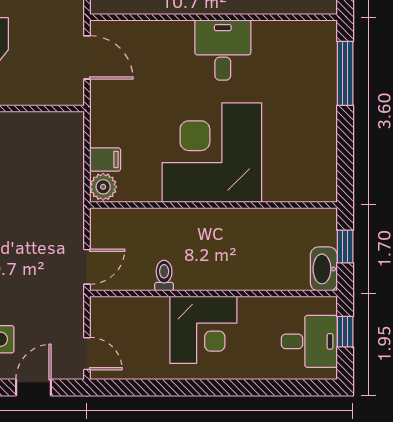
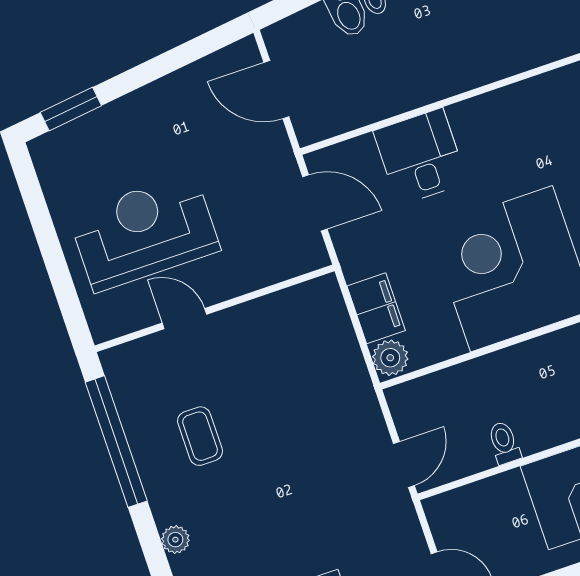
desk: (223, 50) -> (420, 157), moved
filing cabinet: (105, 159) -> (376, 308), width x2.00

